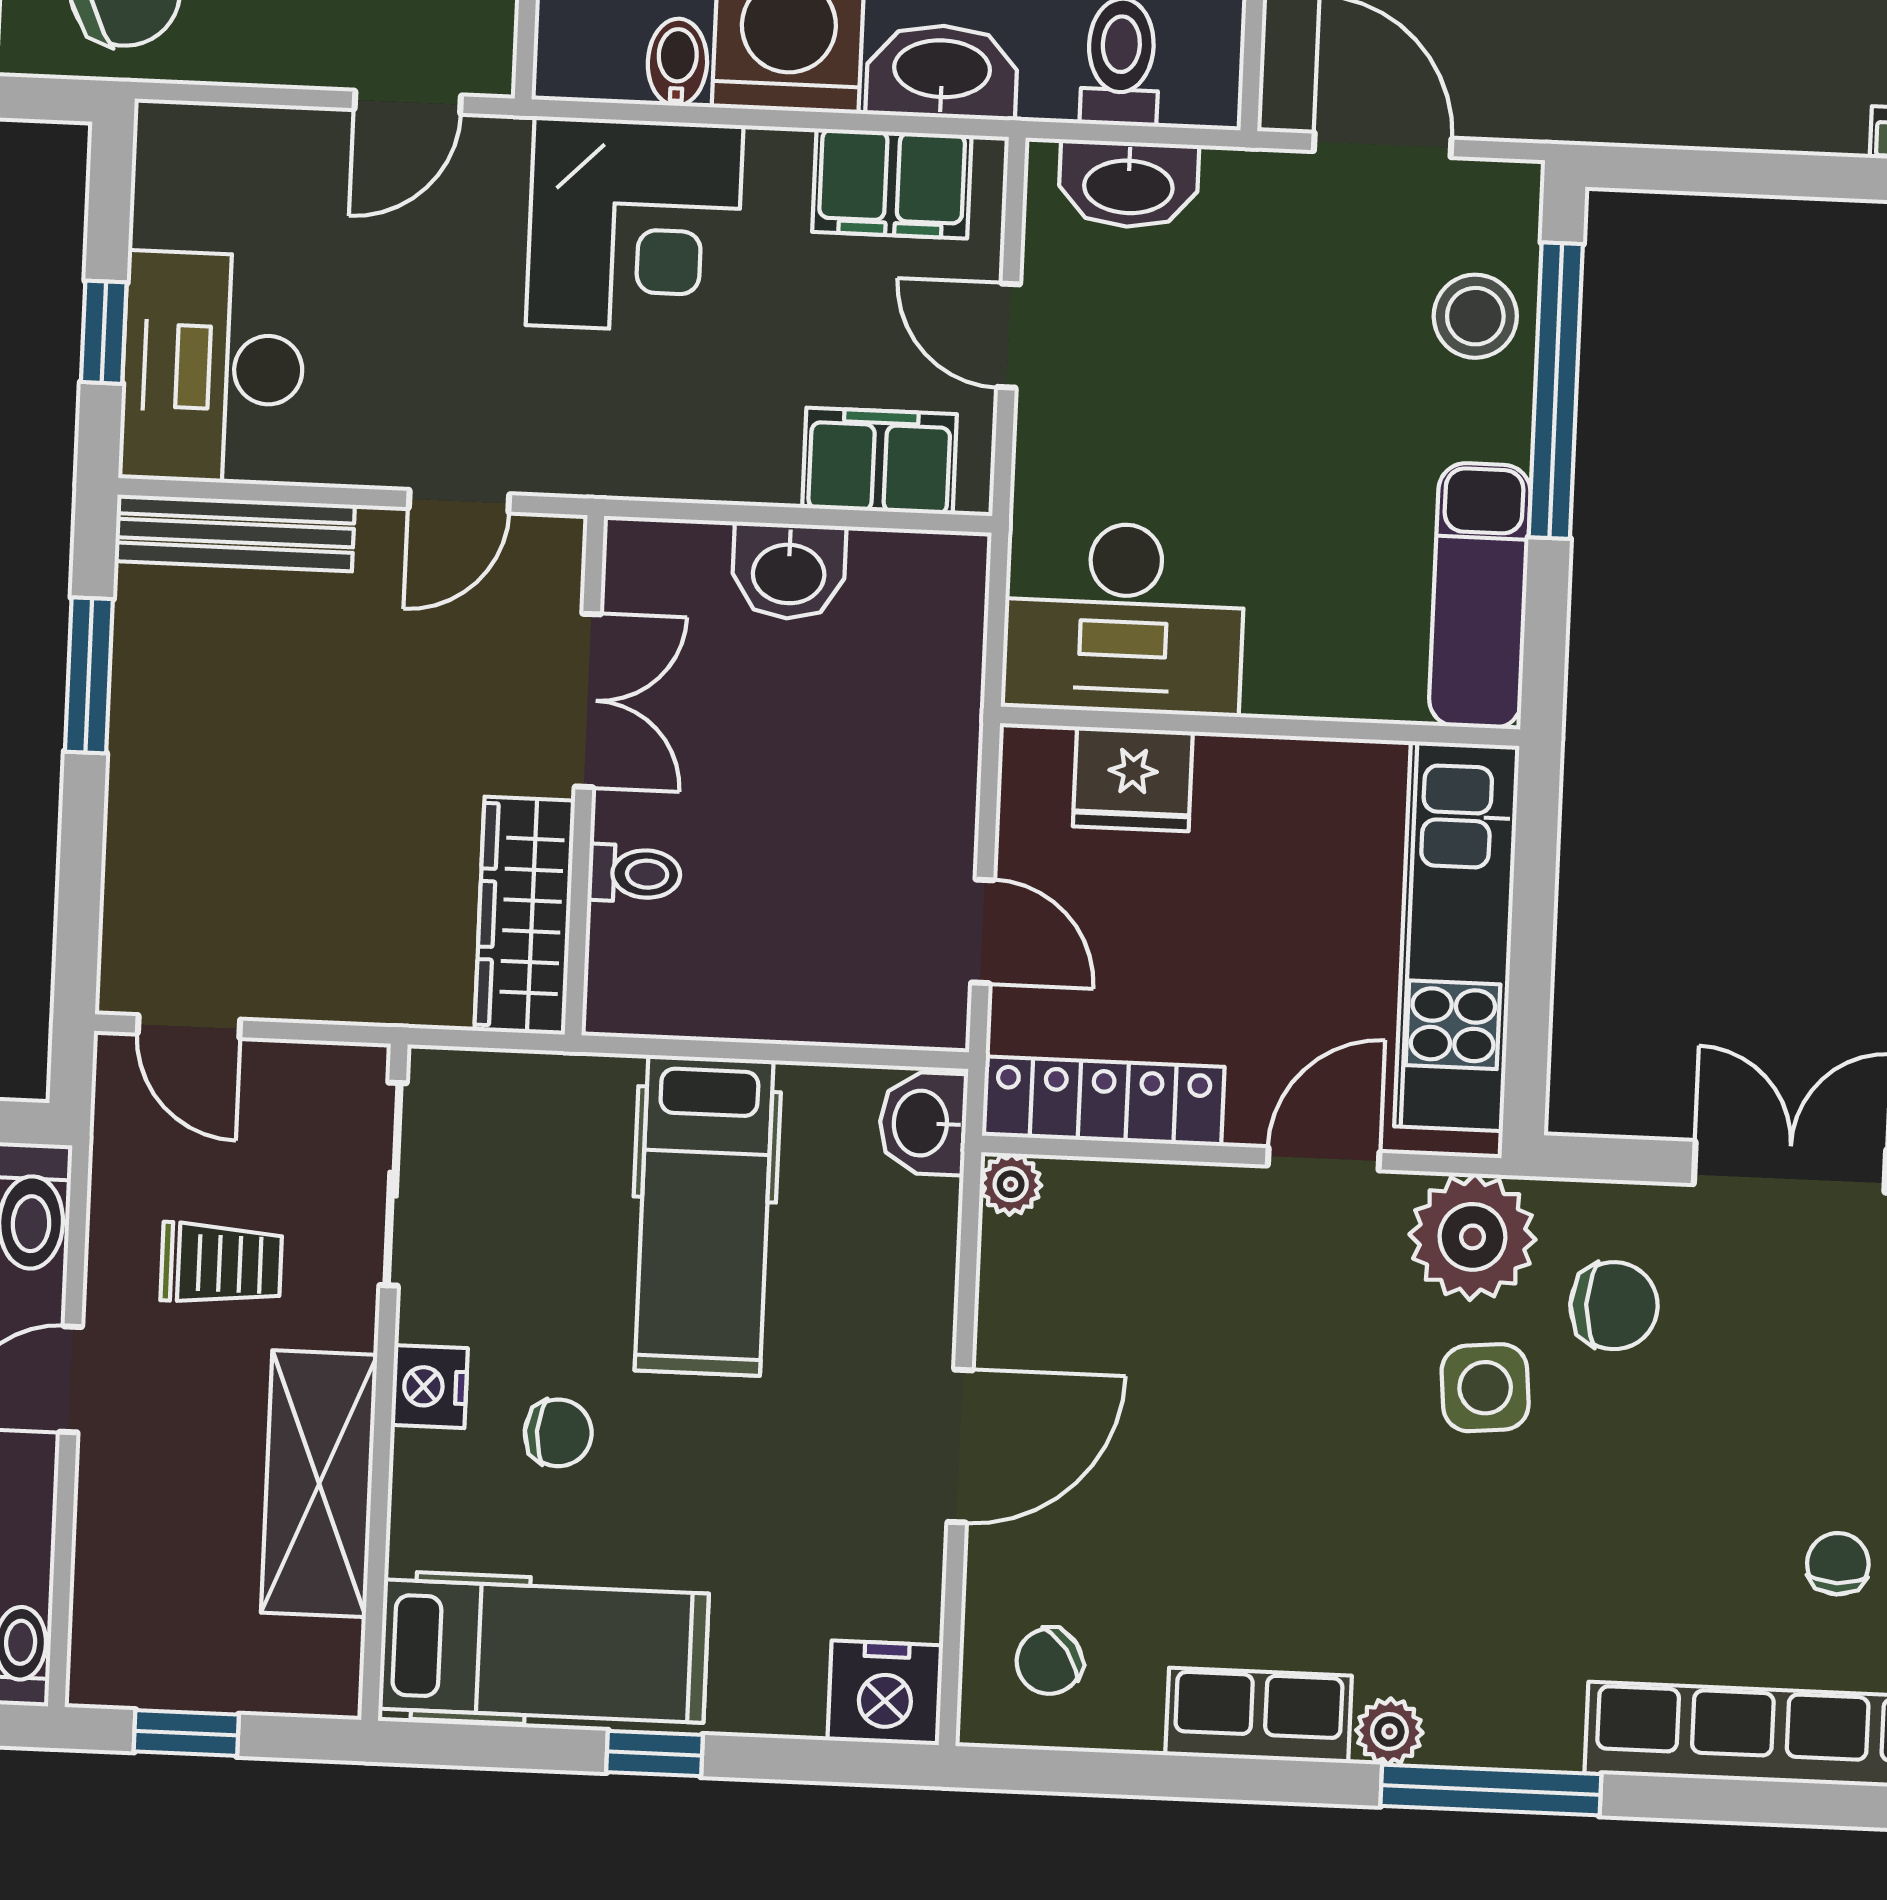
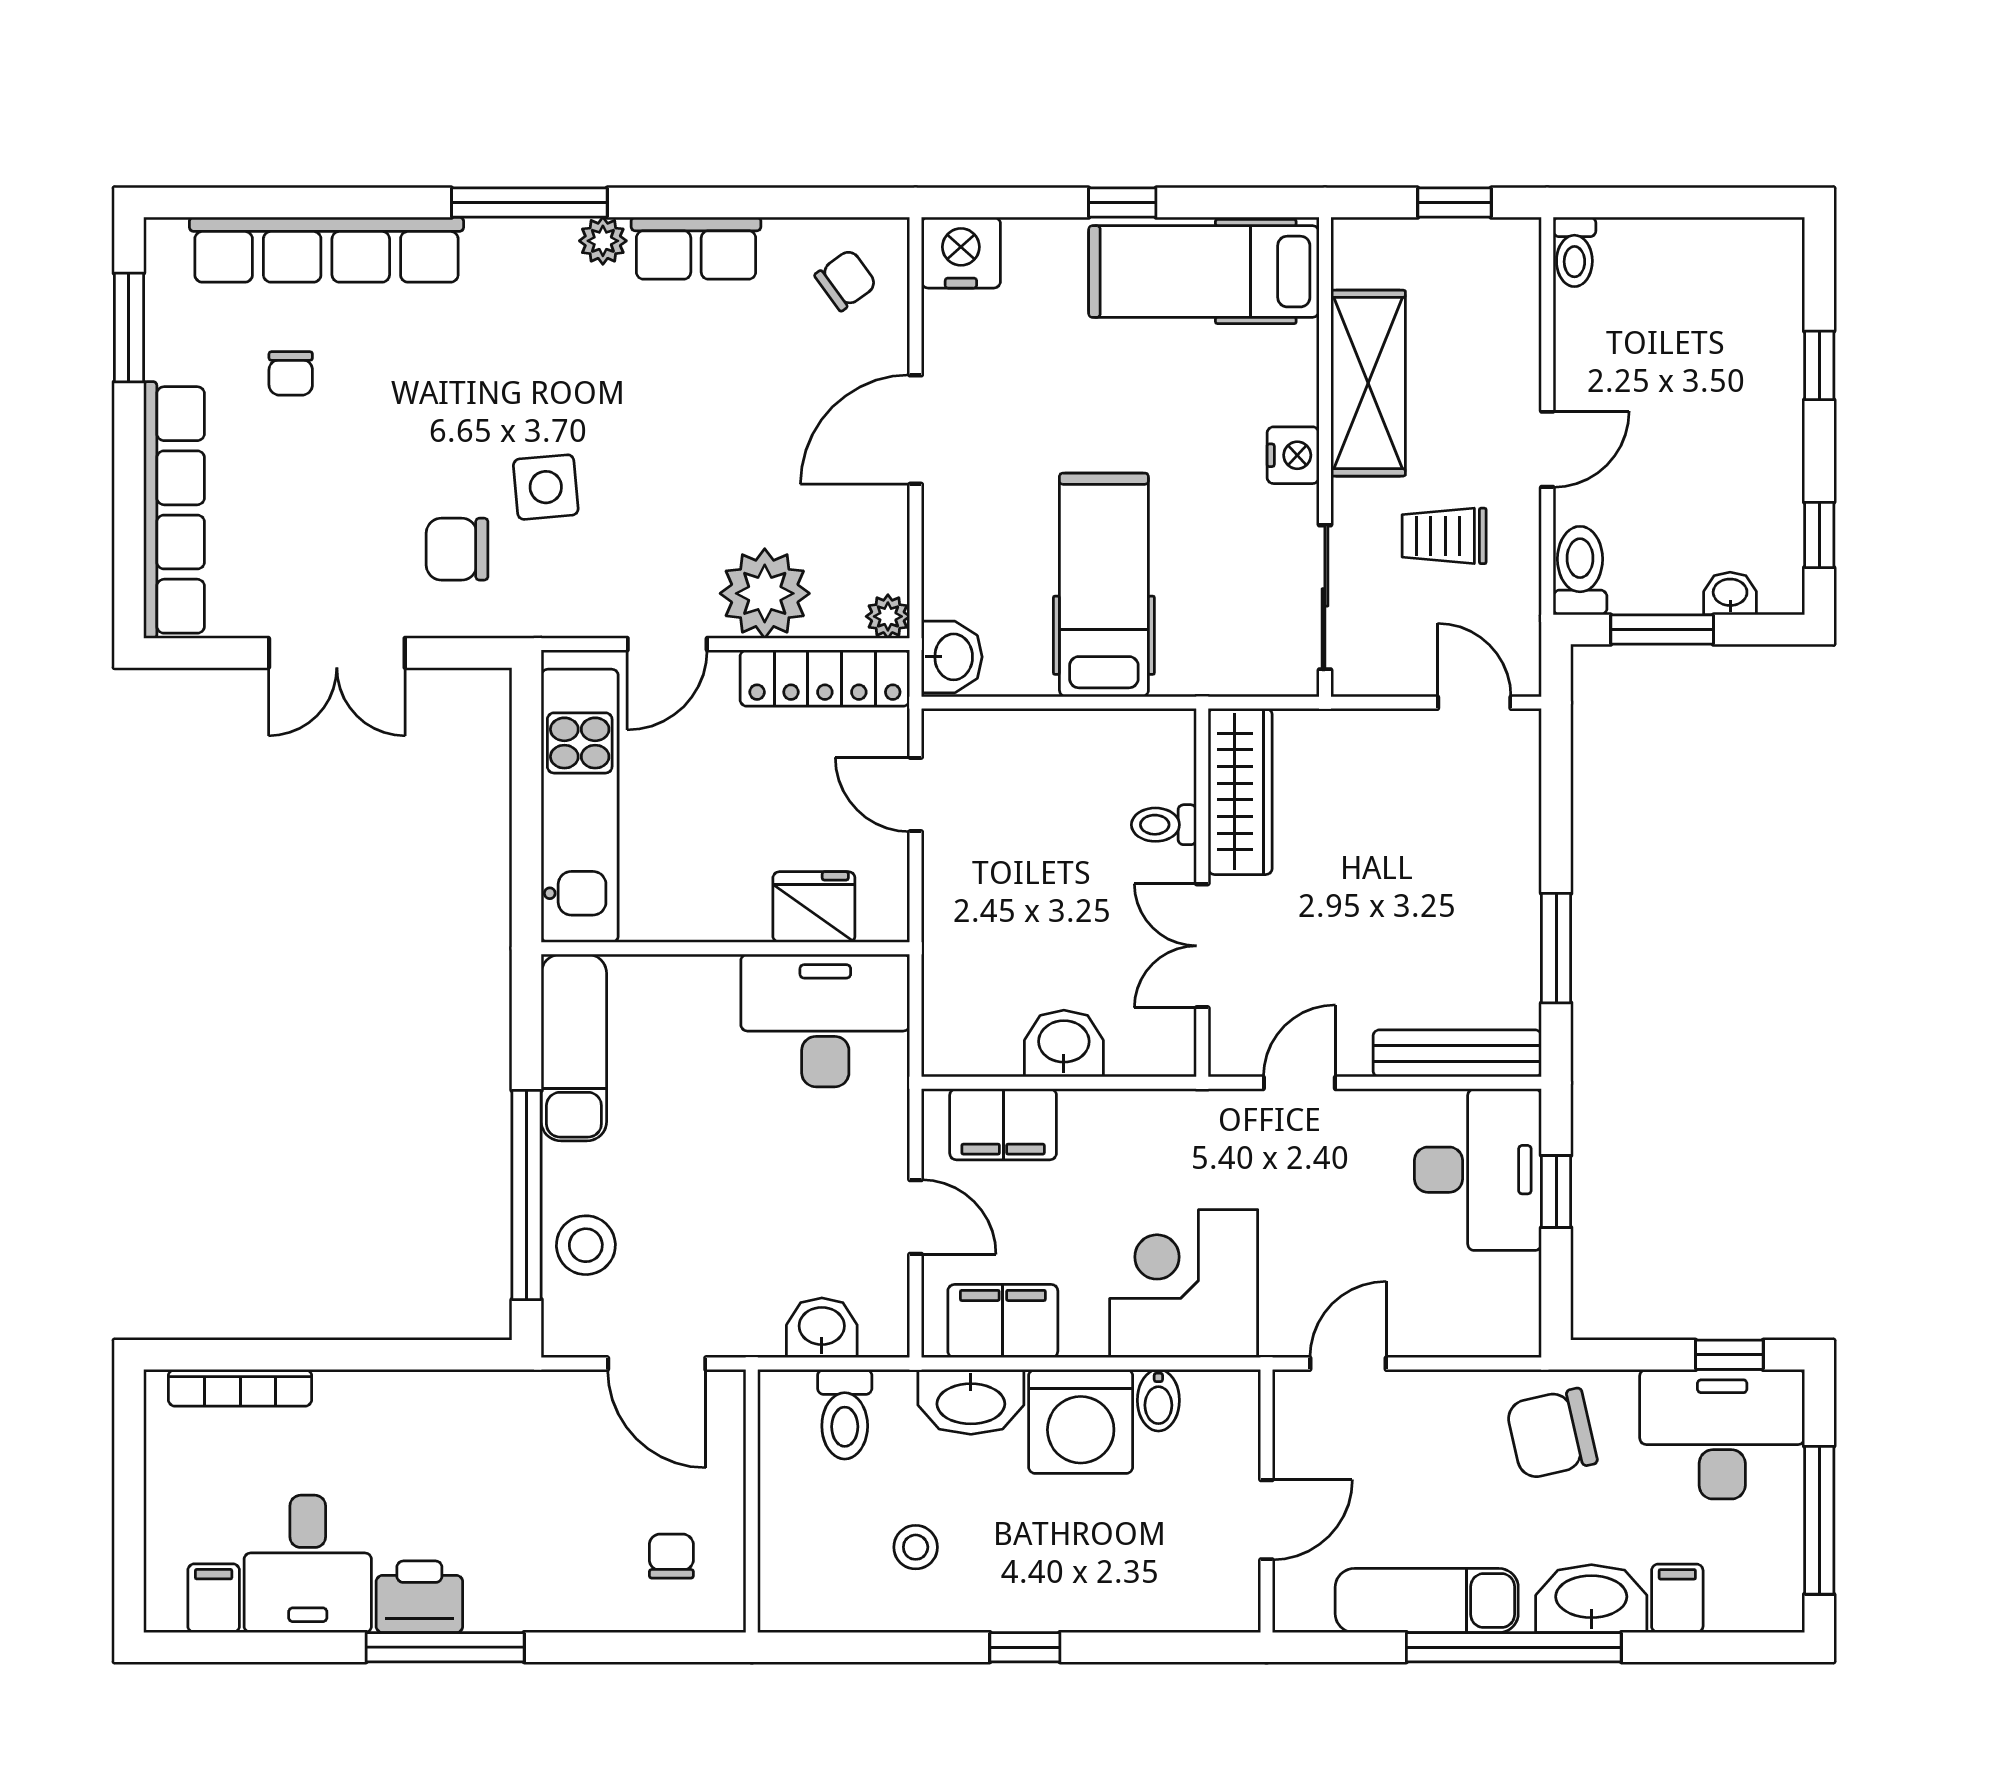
washbasin: (1128, 184) -> (822, 1328), width x0.72
plant: (1472, 1237) -> (765, 593), moved
chair: (558, 1433) -> (1200, 426), removed

